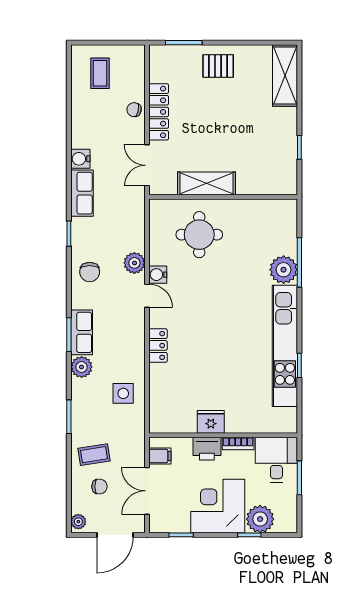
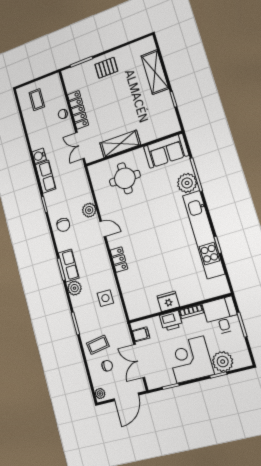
shelving: (285, 75) -> (155, 72), moved
sofa: (268, 216) -> (166, 151), added
water cooler: (158, 275) -> (106, 213), removed

